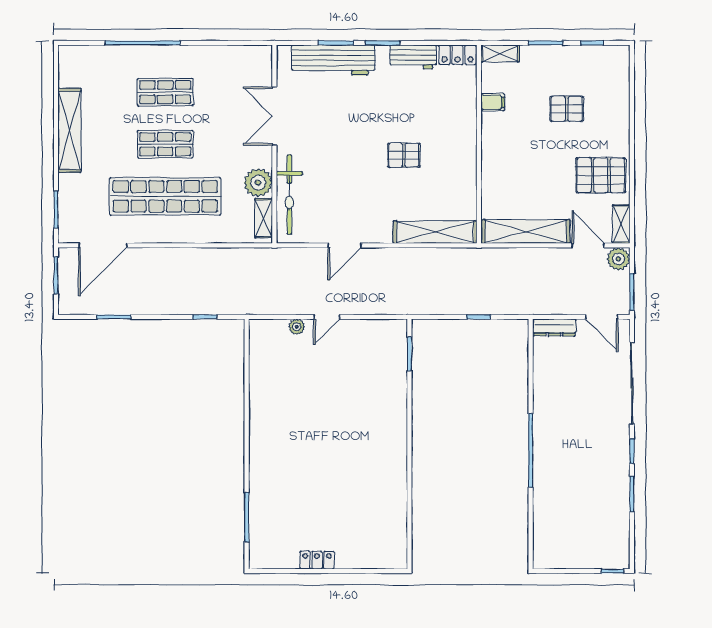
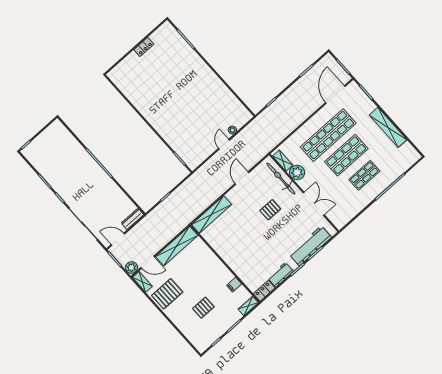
shop shelf: (165, 144) -> (346, 155), width x1.43, depth x1.36
pallet: (404, 155) -> (270, 210), moved

